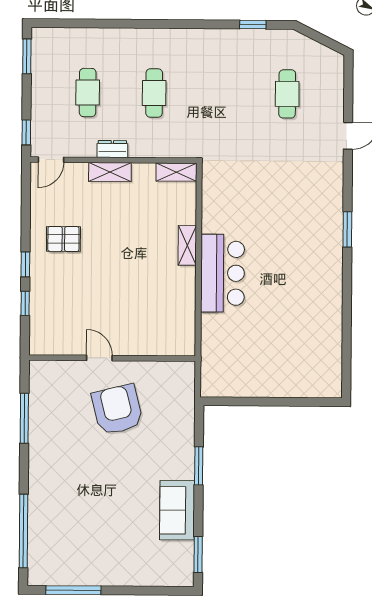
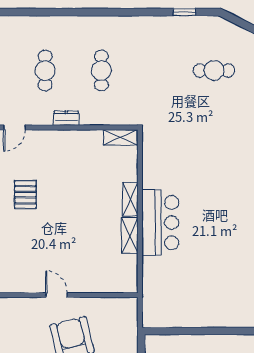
cafe table: (287, 94) -> (214, 71), turned 90
shelving: (110, 172) -> (130, 235), moved, turned 90
pallet: (63, 239) -> (25, 195), turned 90

